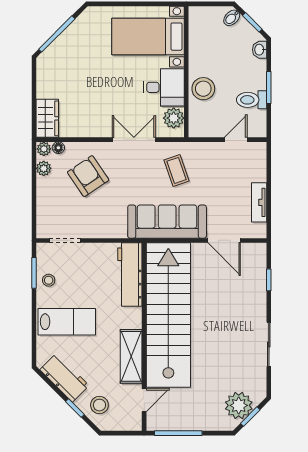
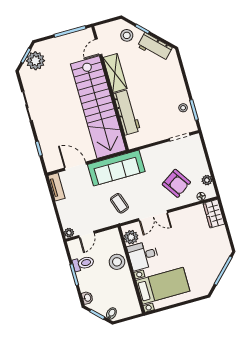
plant: (44, 149) -> (69, 233), moved
tv unit: (259, 202) -> (56, 187), moved
workbench: (130, 275) -> (127, 112), moved
lab bench: (67, 322) -> (164, 84), removed

